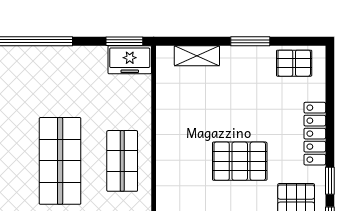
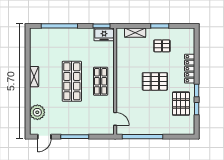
pallet: (294, 63) -> (162, 46), moved

